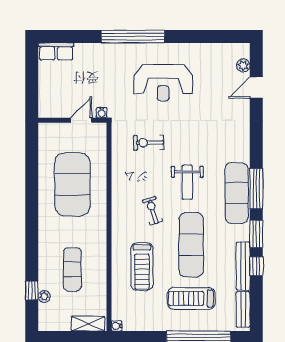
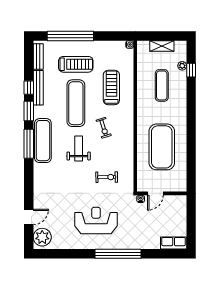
plant: (243, 65) -> (42, 237), width x1.87, depth x1.87
shelving: (88, 324) -> (162, 46), moved

